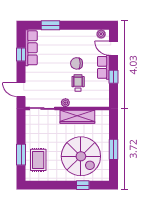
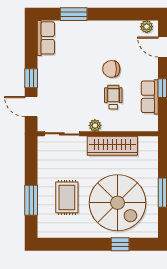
row of seats: (31, 48) -> (46, 38), width x0.68
window: (21, 54) -> (31, 78), moved
row of seats: (103, 67) -> (150, 97), moved
rug: (38, 160) -> (67, 197), moved

